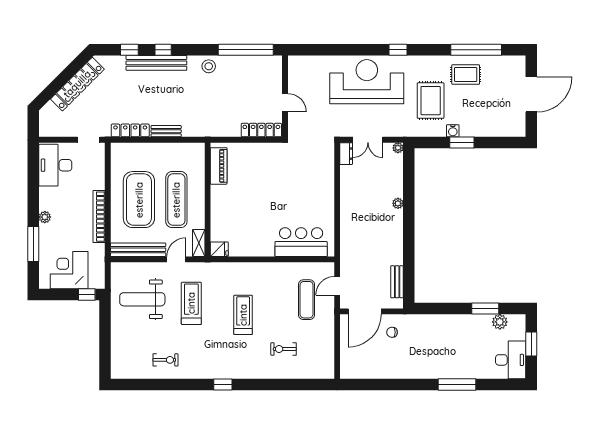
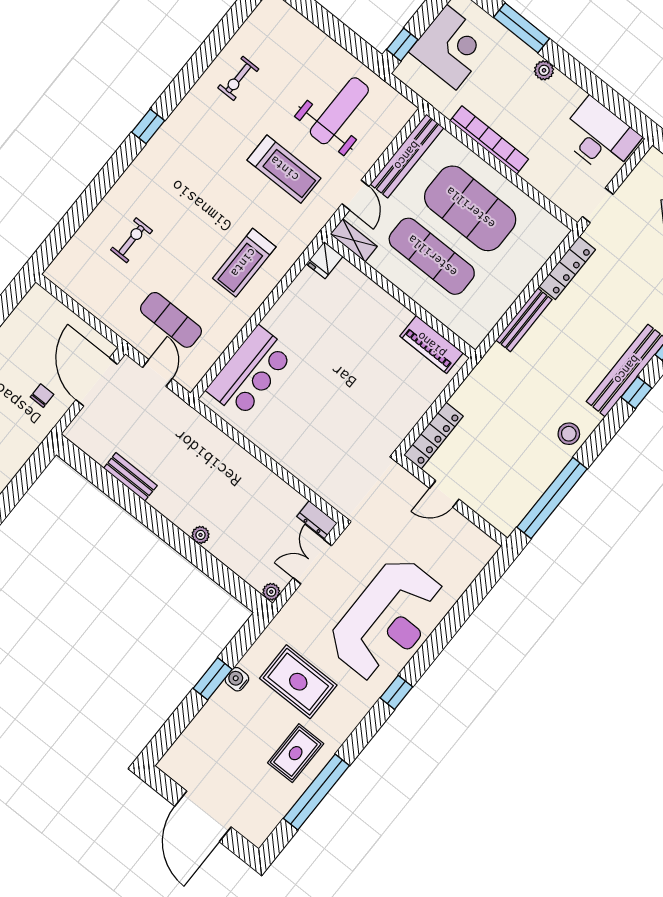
bench: (166, 131) -> (524, 320), width x1.36
bench: (397, 282) -> (130, 477), moved
treadmill: (243, 315) -> (244, 263), moved, turned 90

